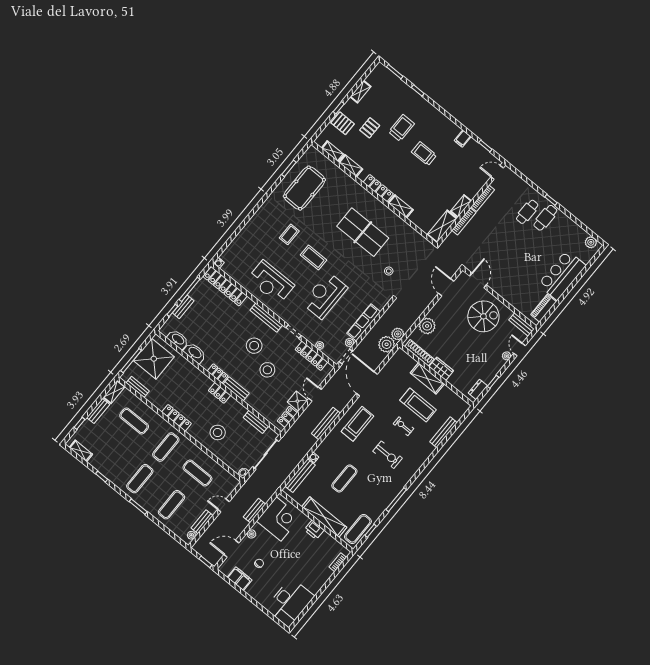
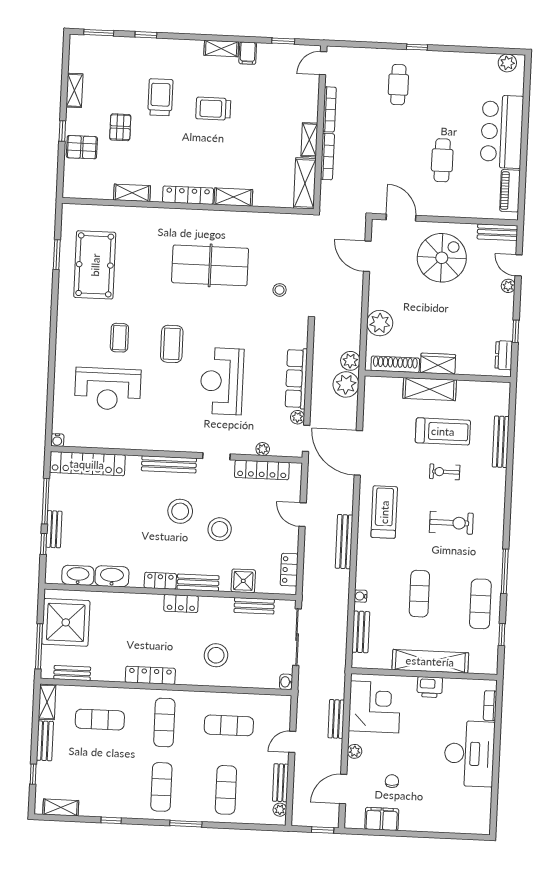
shelving: (333, 151) -> (221, 49), moved
cafe table: (545, 218) -> (442, 160), moved
coffee table: (313, 257) -> (172, 344), turned 90
reception desk: (271, 282) -> (108, 389), moved
shower: (297, 401) -> (243, 581), moved
bench: (300, 476) -> (361, 632), width x0.73
exercise mat: (358, 529) -> (480, 604), moved
desk: (290, 602) -> (469, 754), moved

